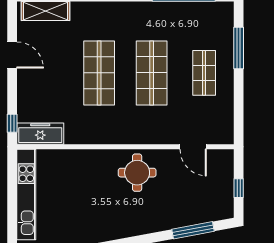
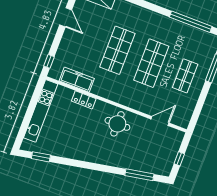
freezer: (40, 134) -> (77, 80), moved
door: (193, 147) -> (160, 121), swing flipped
locker: (79, 157) -> (84, 100), added

